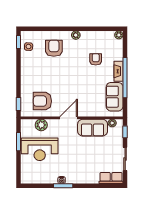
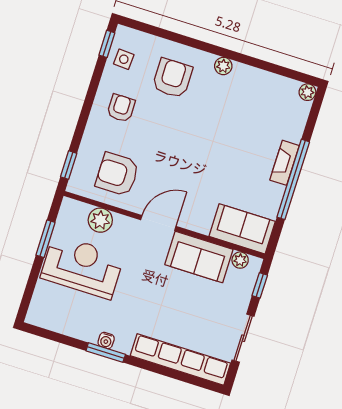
armchair: (96, 59) -> (121, 108), moved
sofa: (115, 97) -> (242, 229), moved, turned 90
reception desk: (40, 149) -> (82, 267), turned 180
row of seats: (111, 178) -> (180, 359), width x2.02

